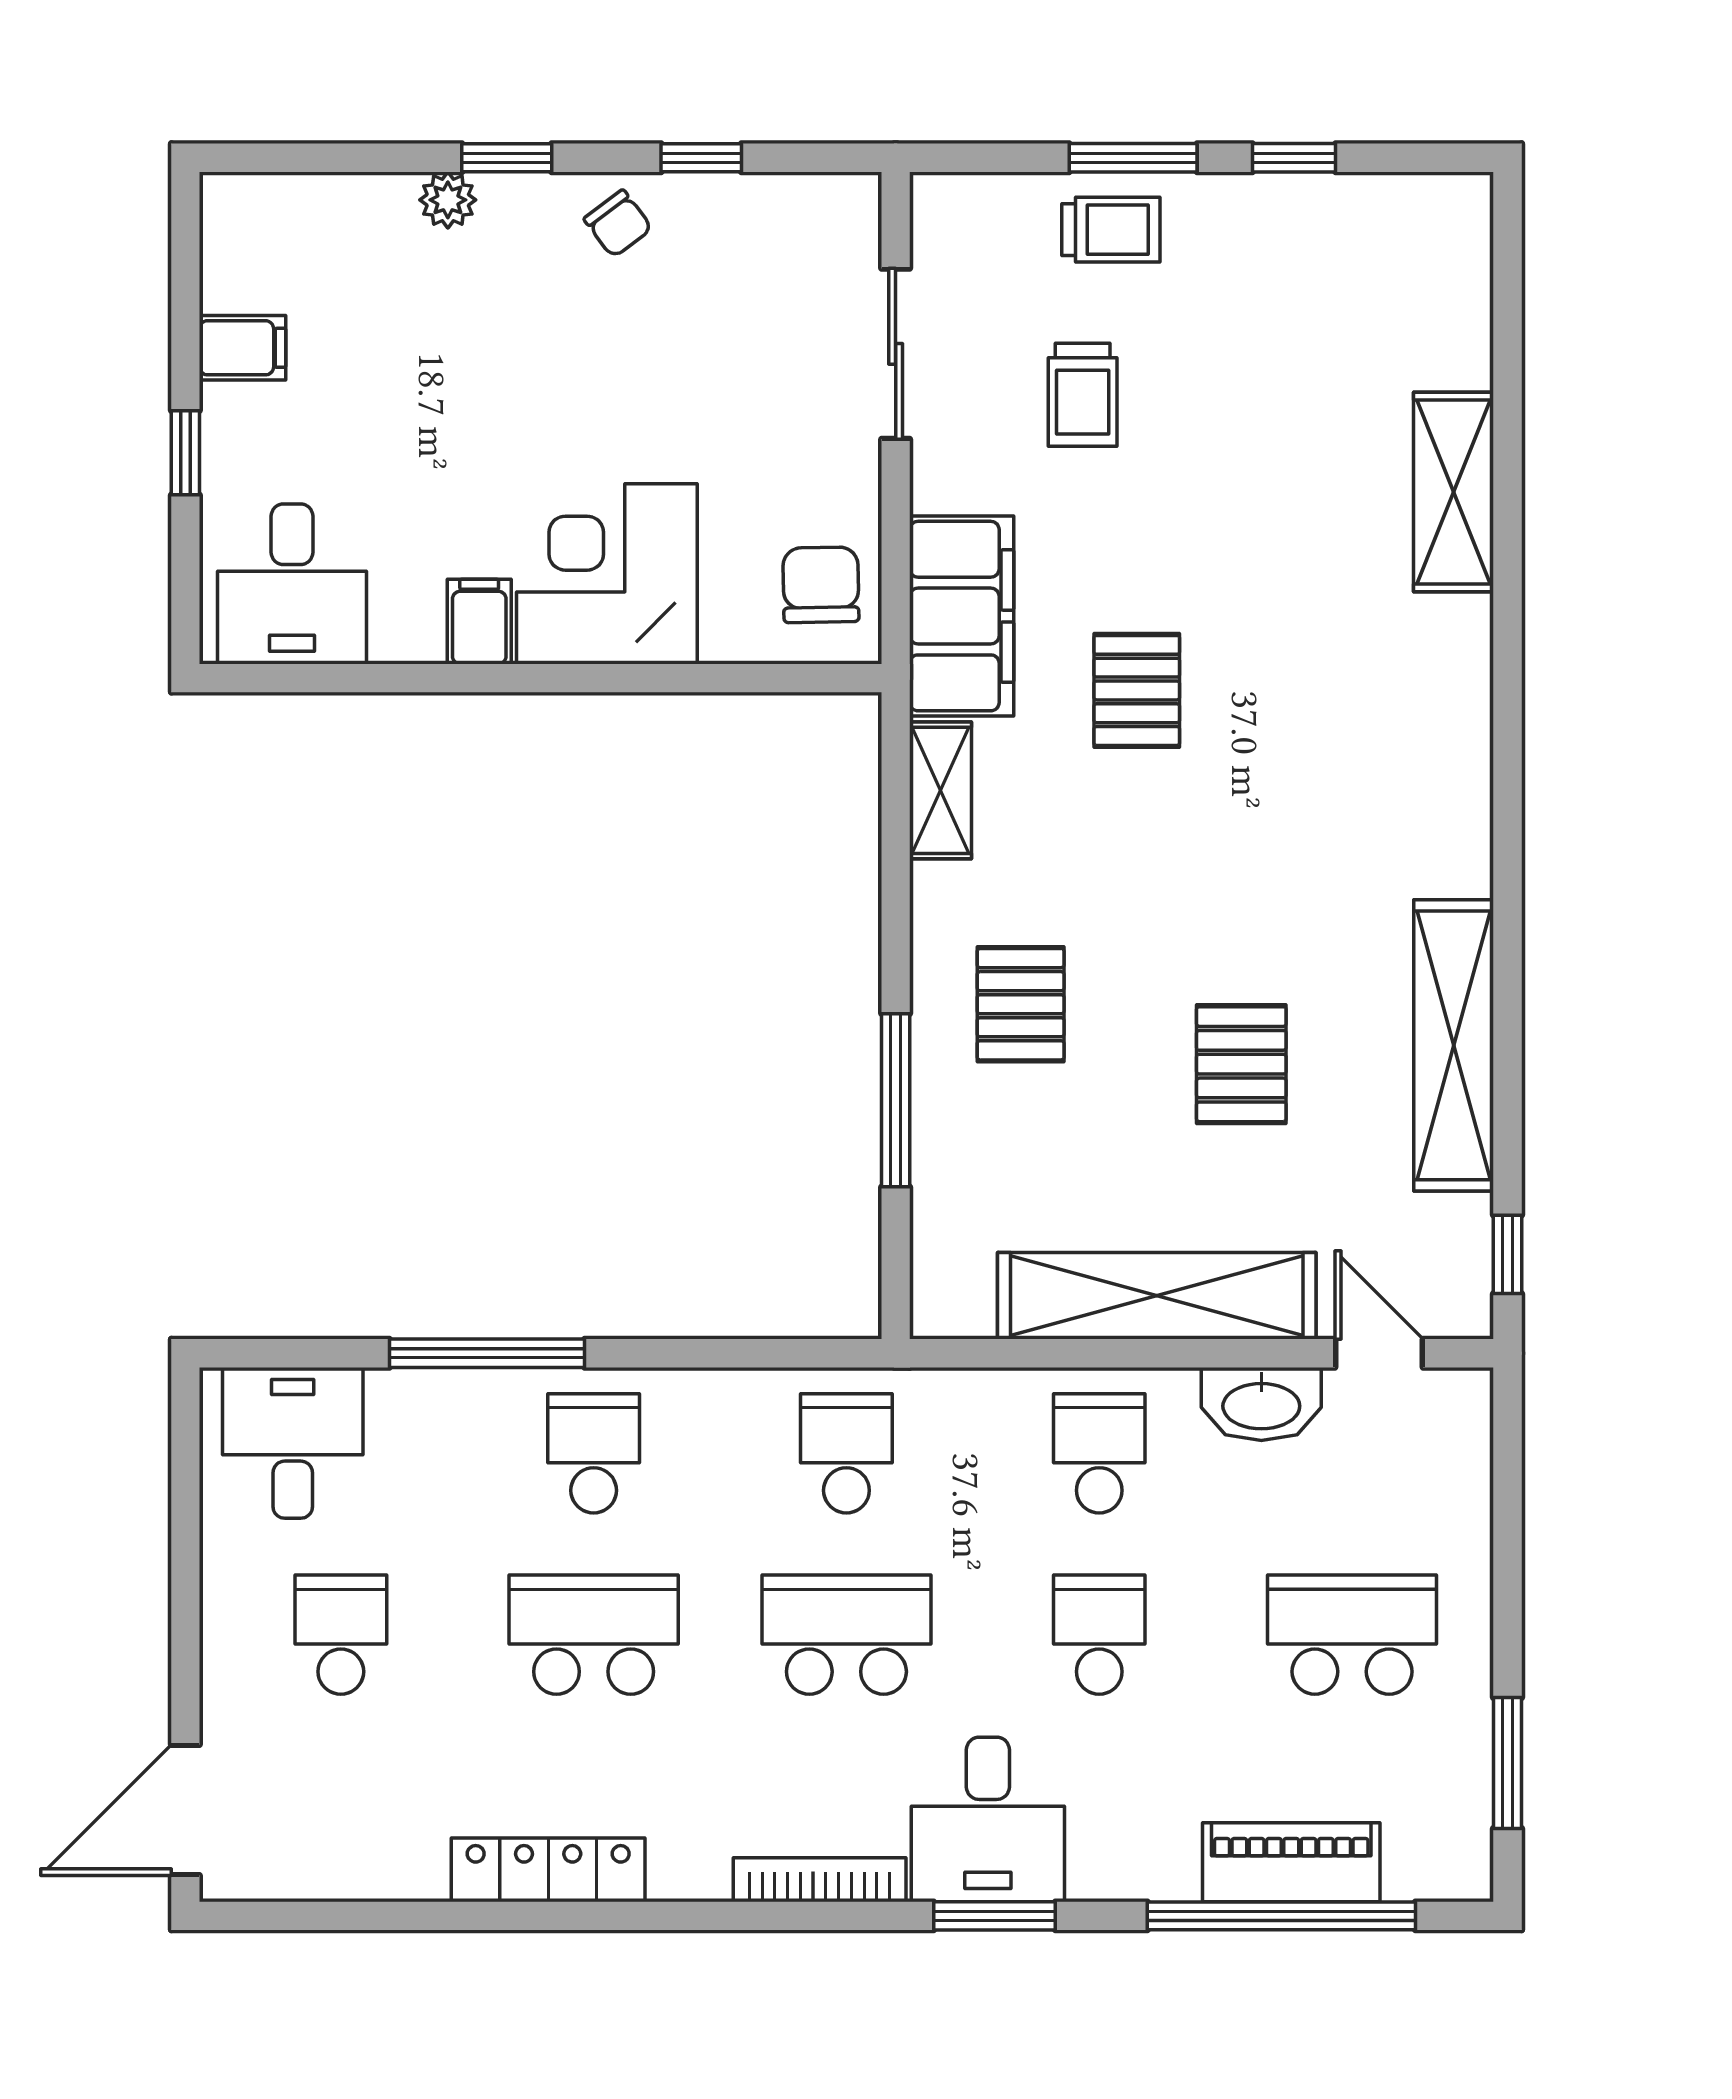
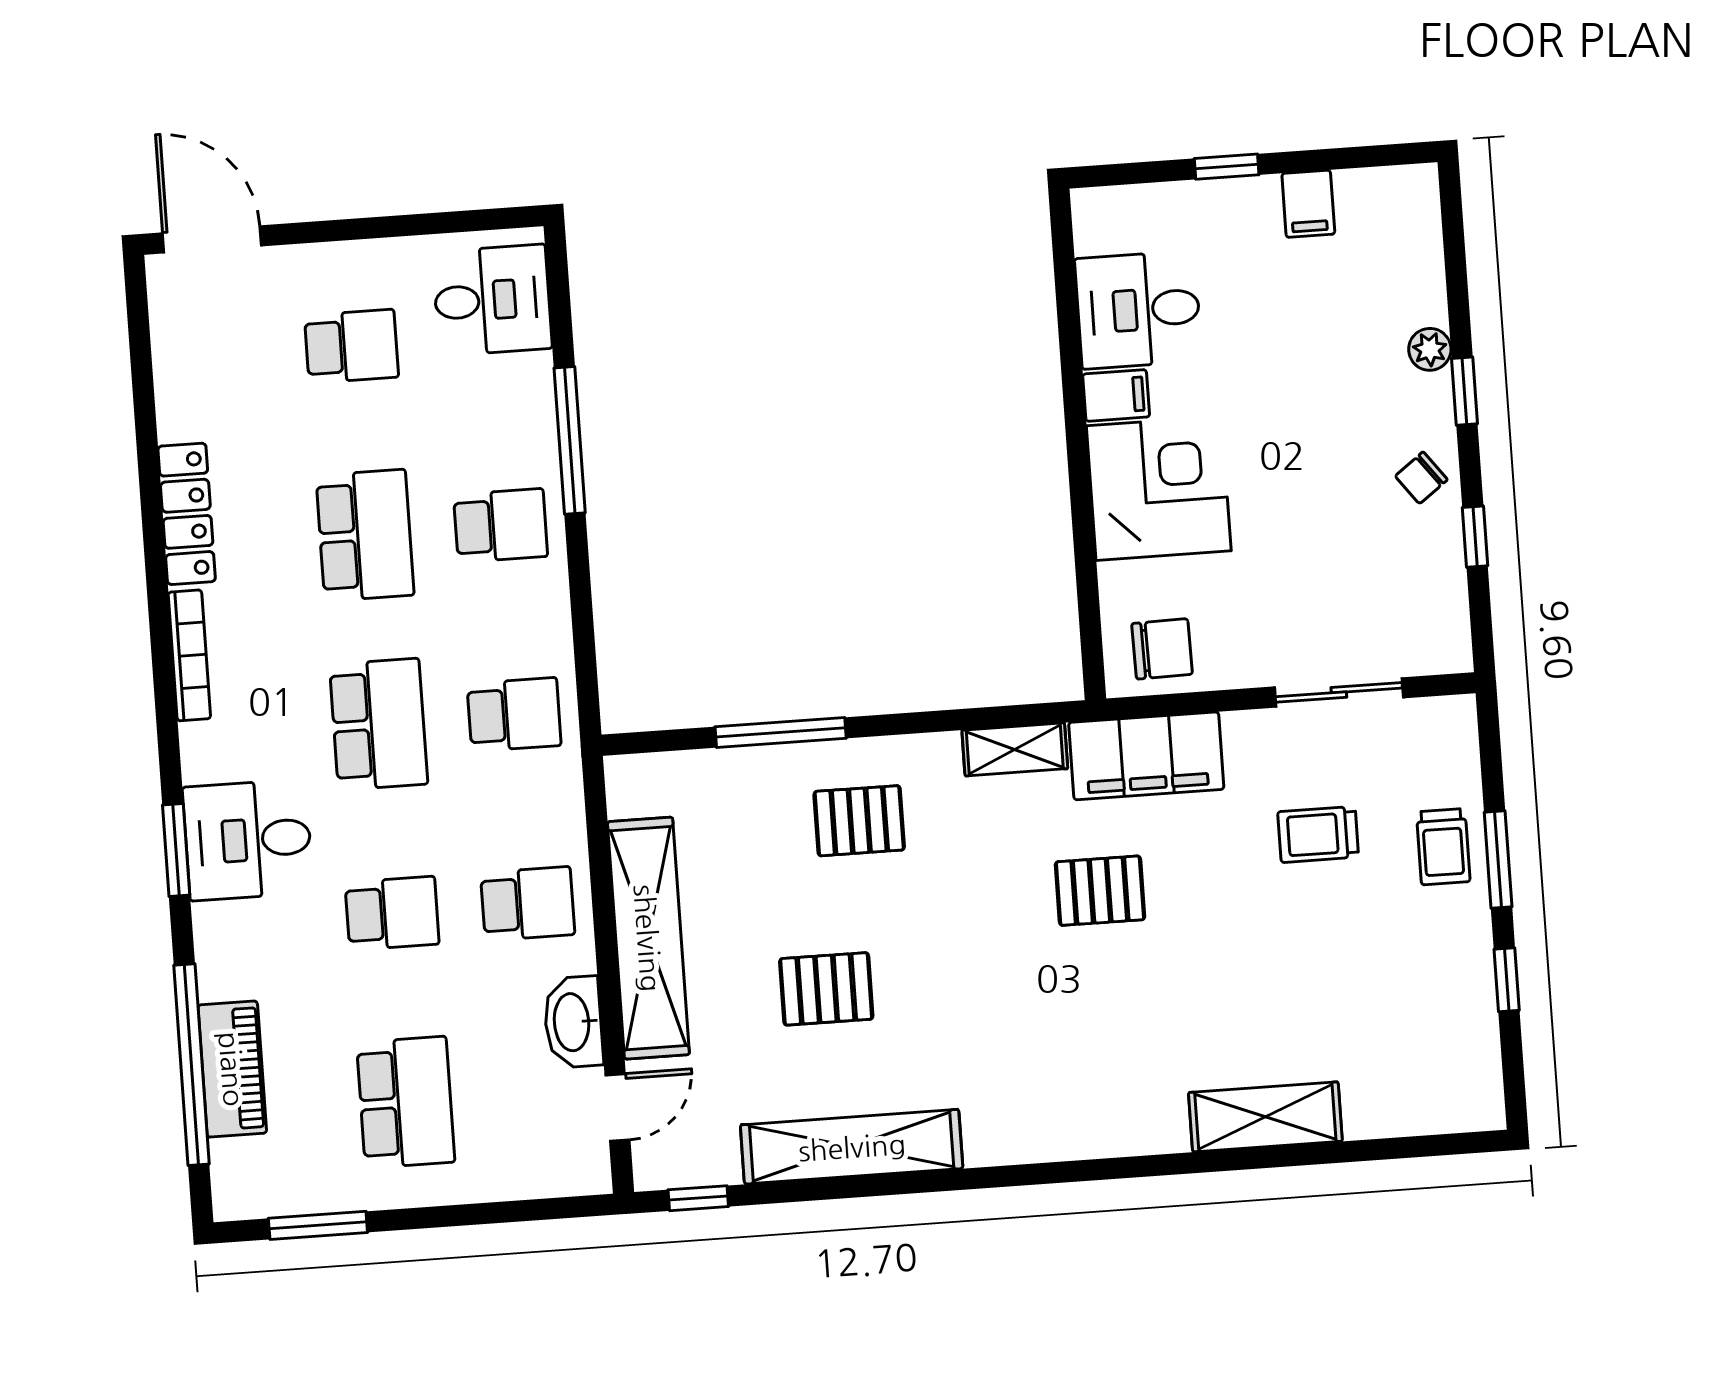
desk: (292, 584) -> (1138, 310), moved
bookcase: (820, 1880) -> (189, 655), moved

